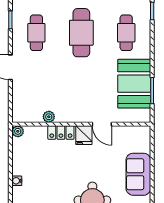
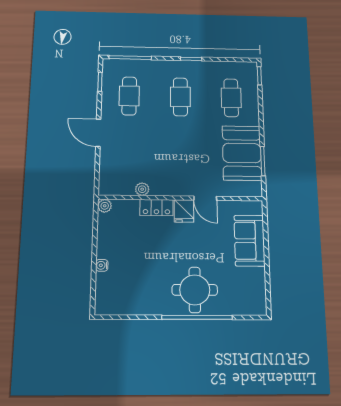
cafe table: (81, 33) -> (180, 97), width x0.73, depth x0.74
sofa: (138, 174) -> (250, 241), moved

